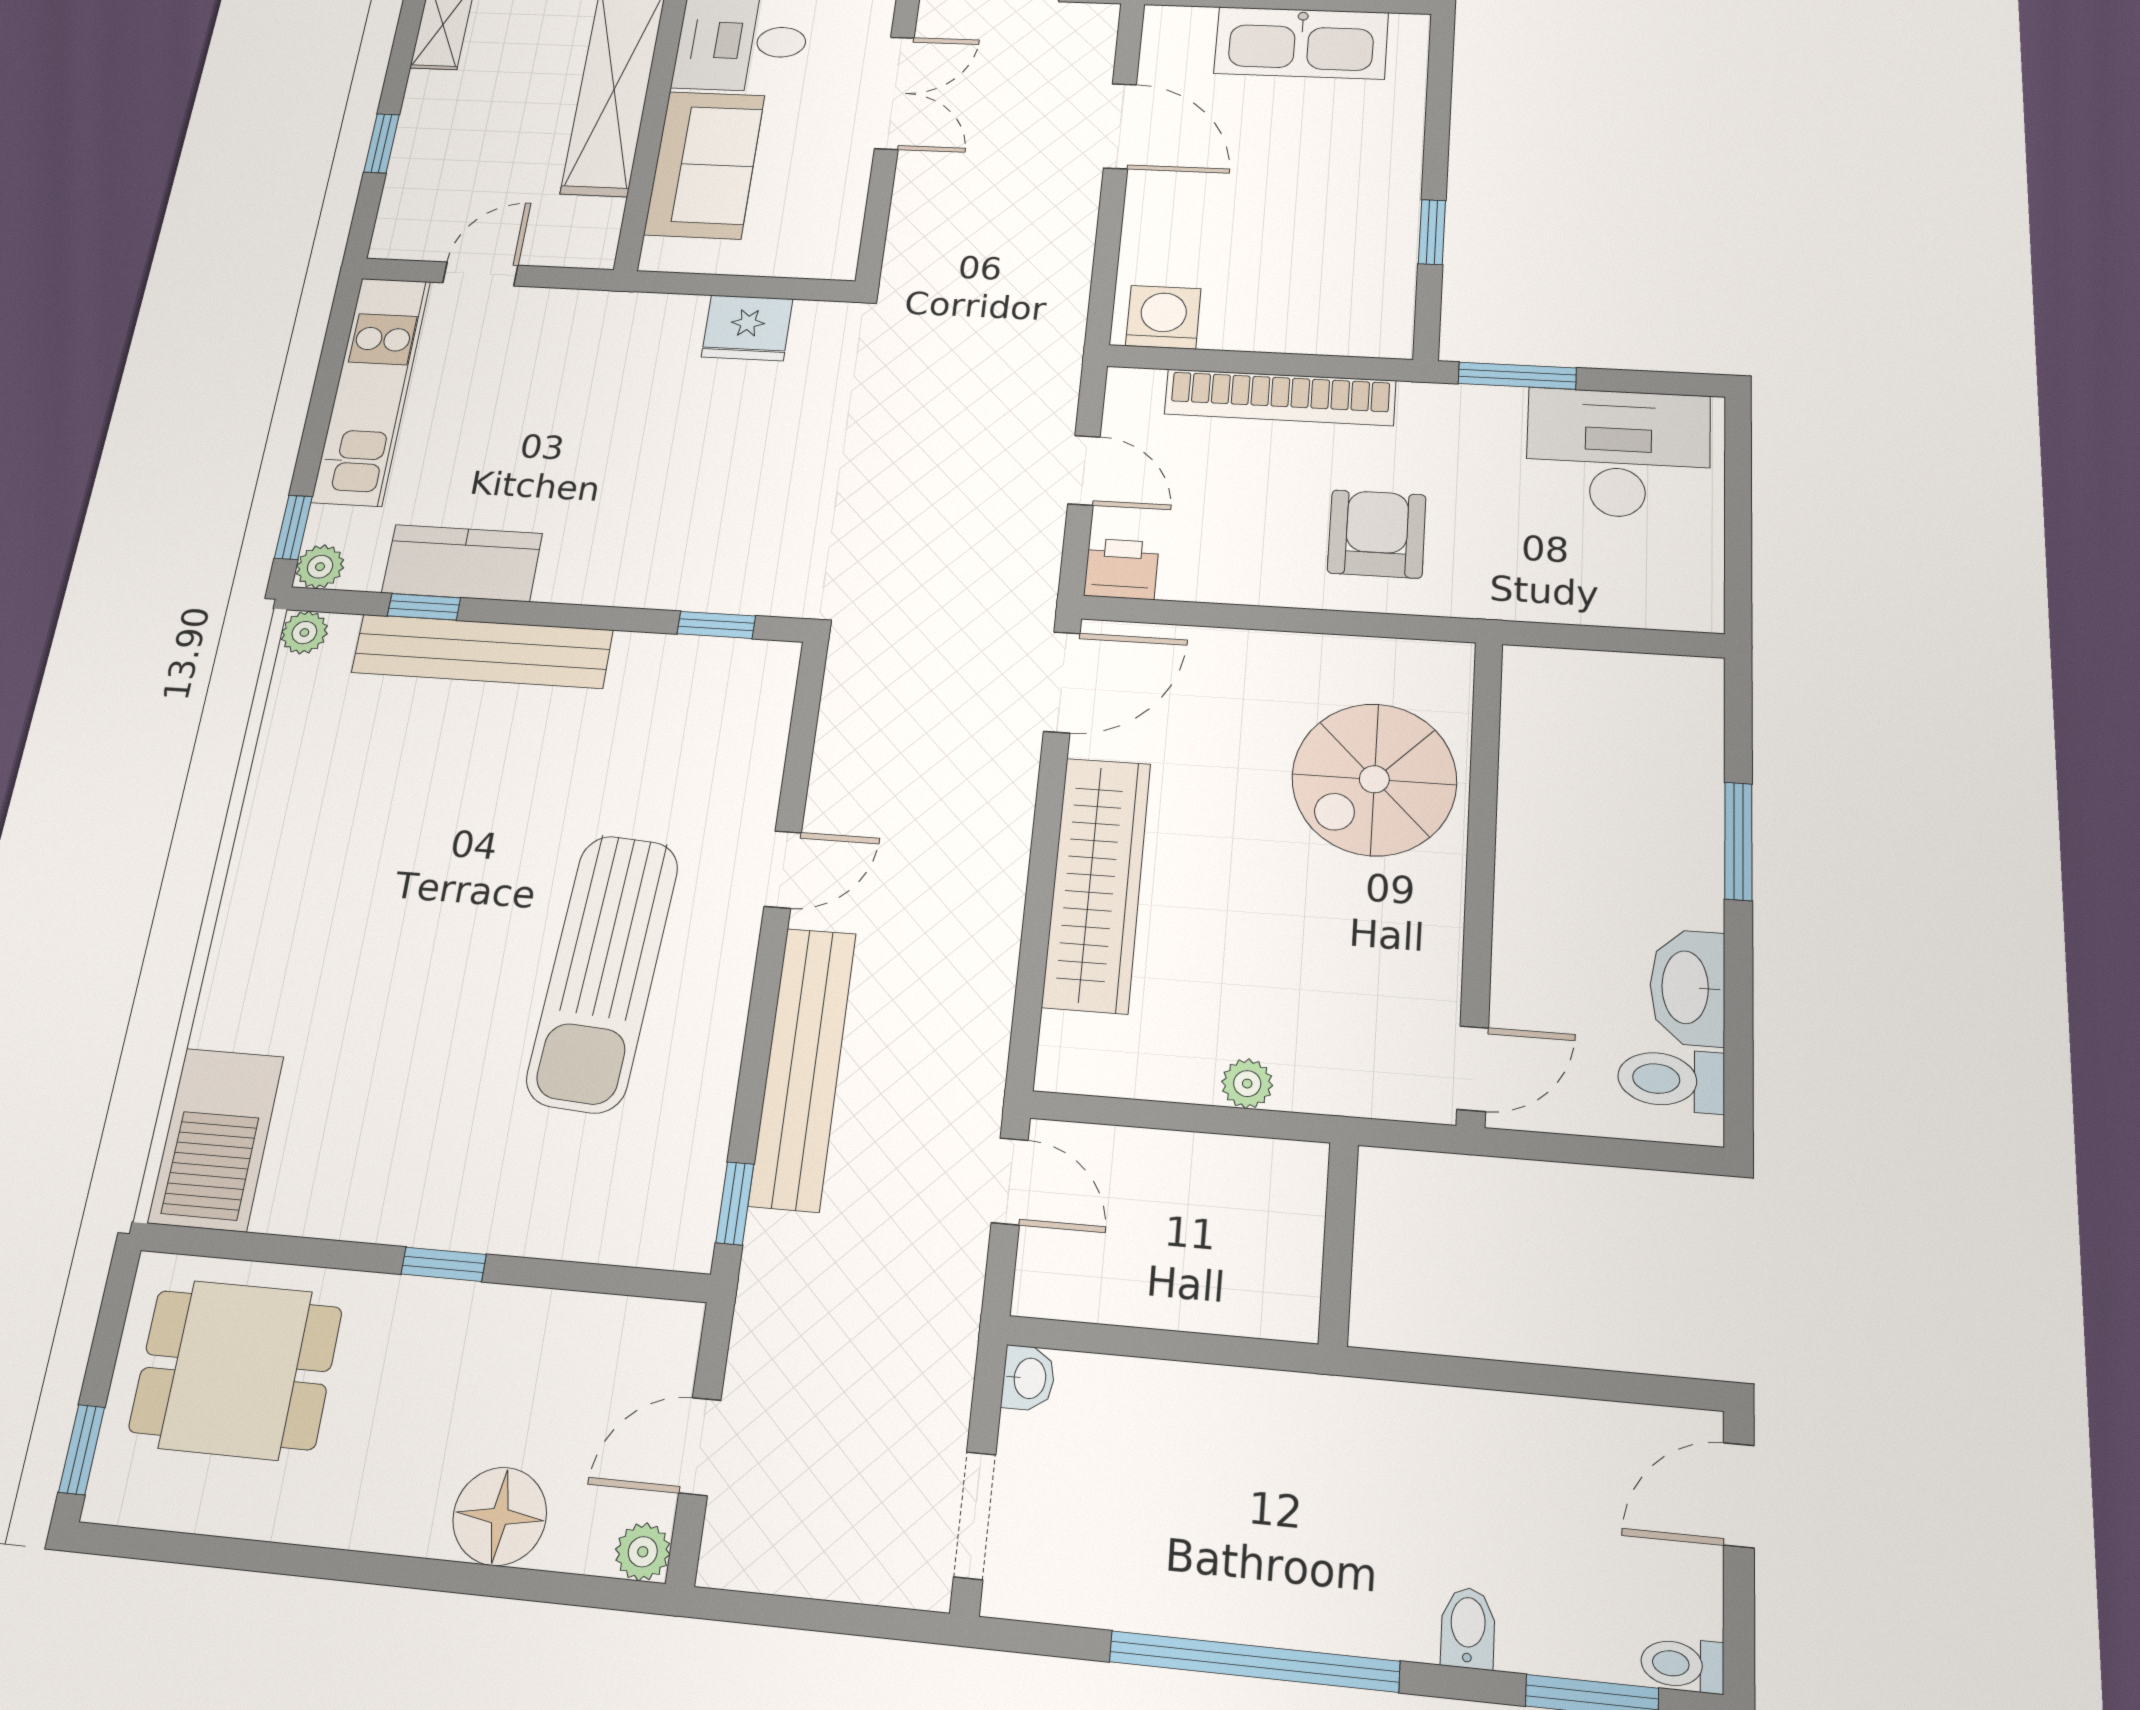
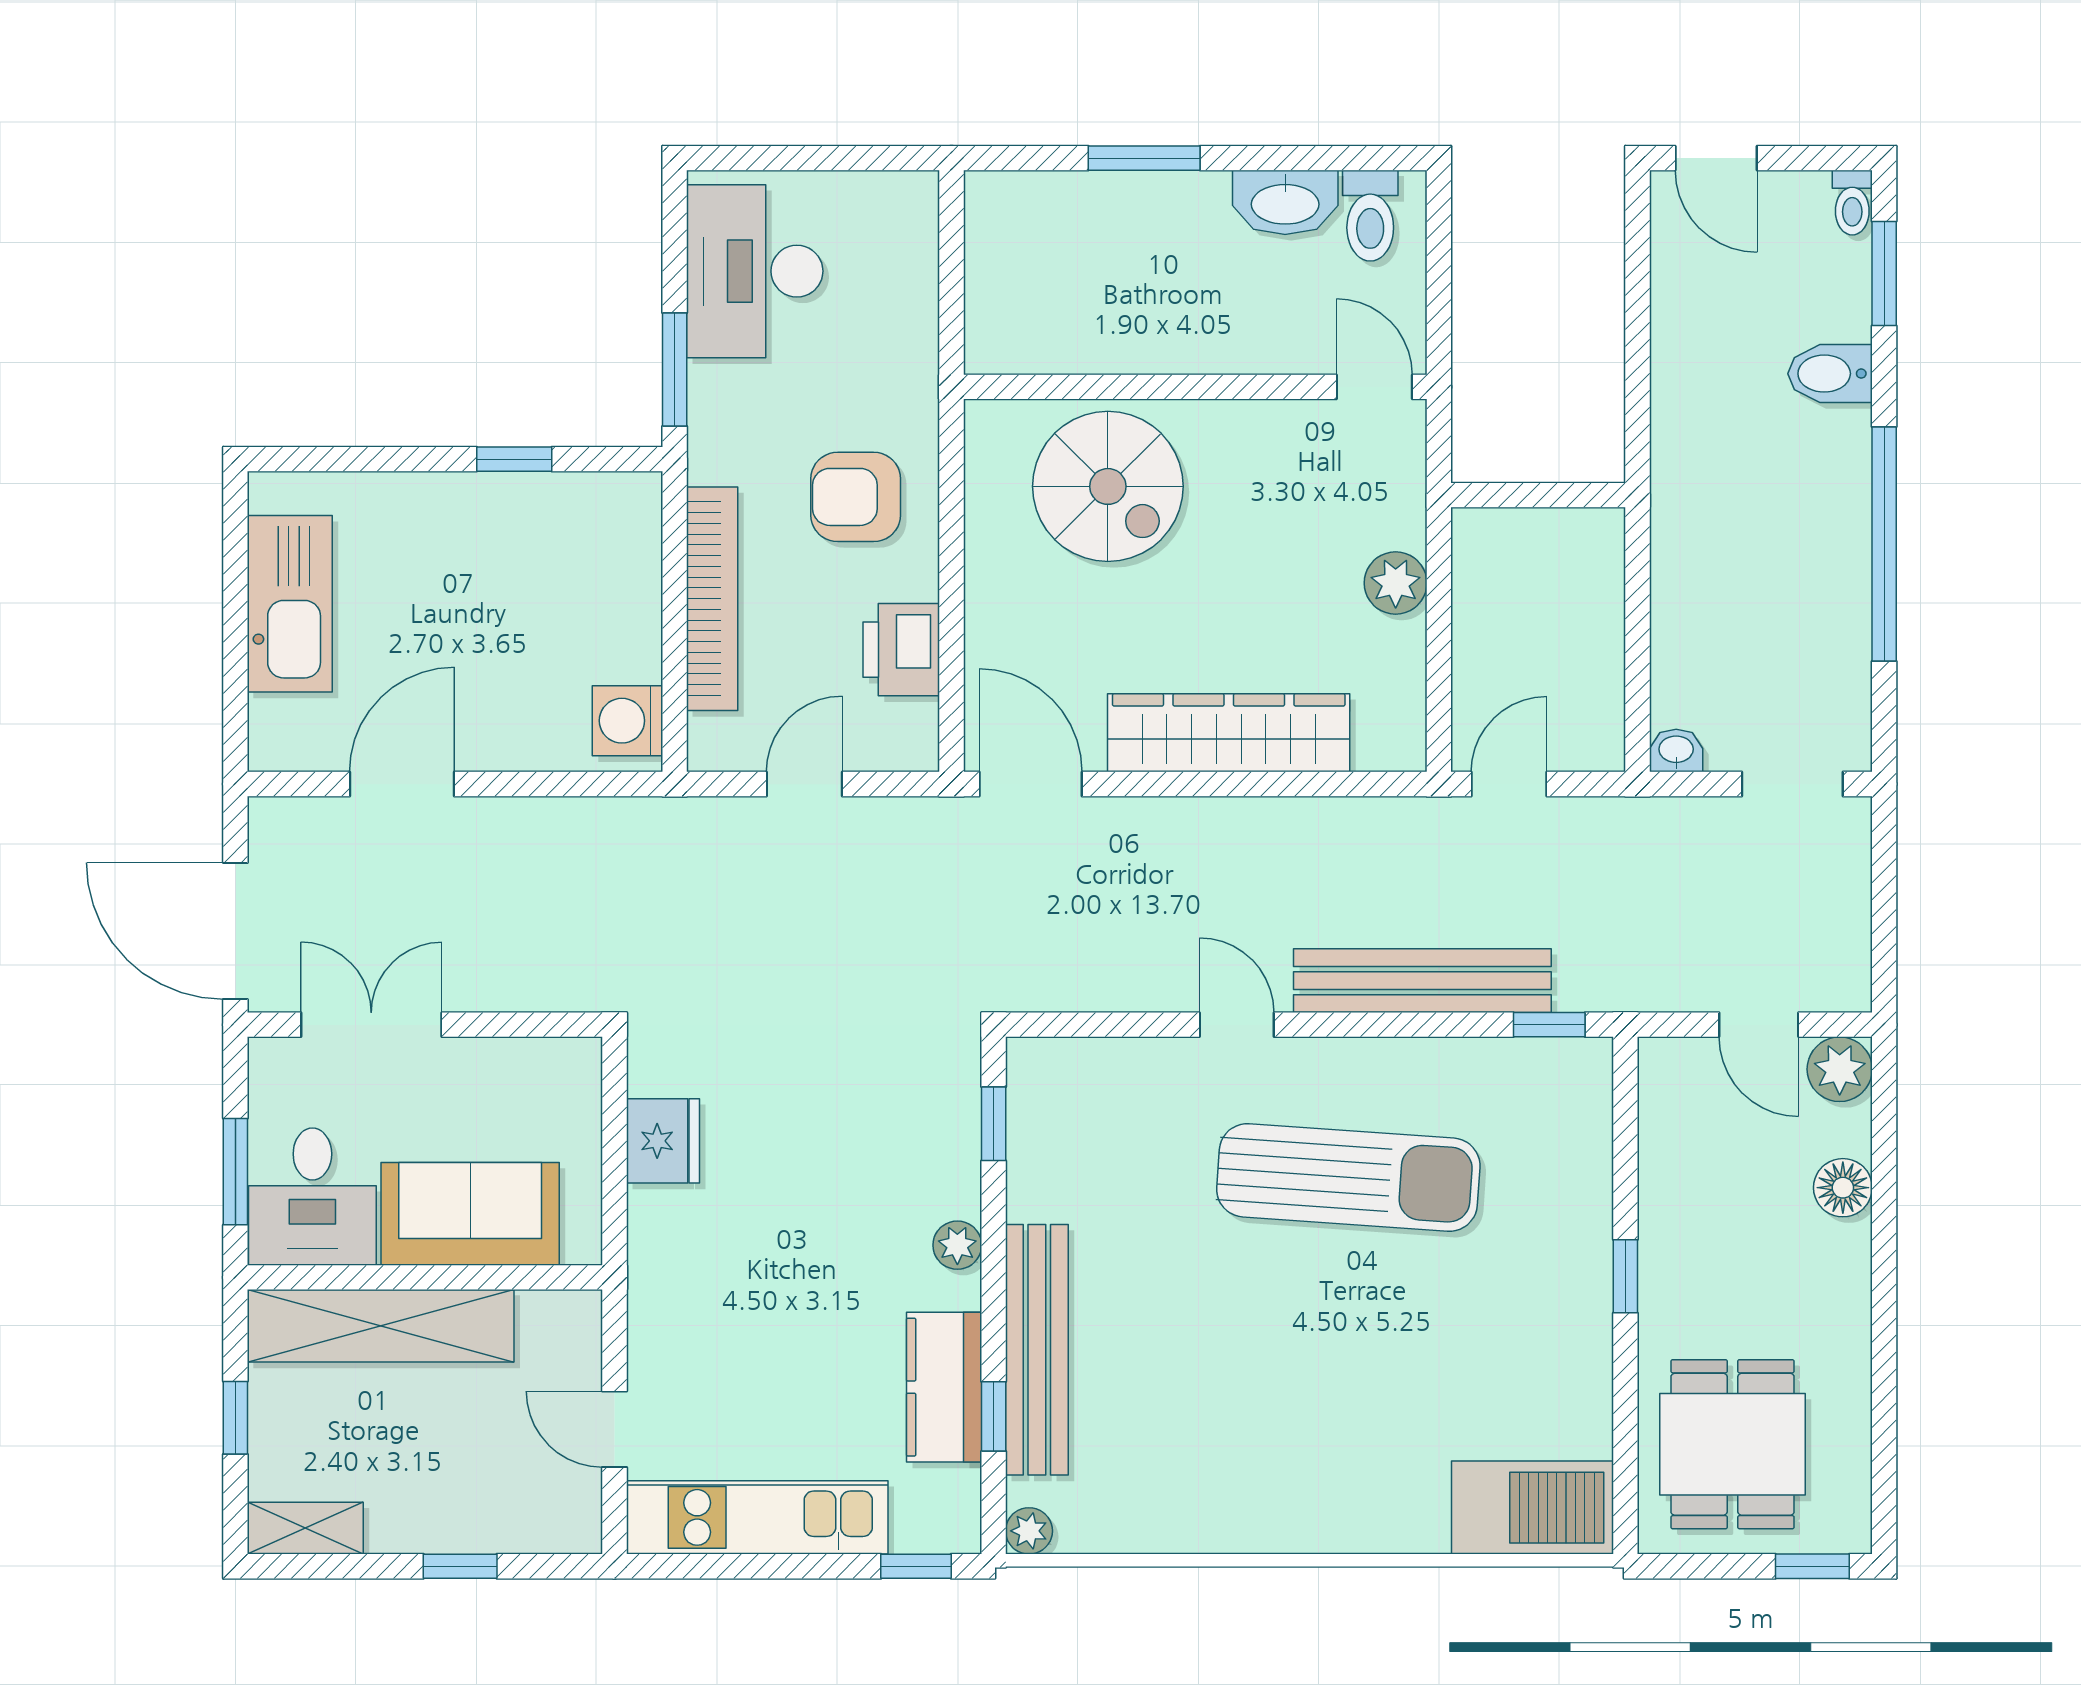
plant: (320, 567) -> (957, 1245), moved
printer: (1121, 569) -> (901, 650), moved, width x1.36, depth x1.24
plant: (1247, 1084) -> (1396, 583), width x1.38, depth x1.38
floor lamp: (500, 1516) -> (1843, 1188), width x0.73, depth x0.73
plant: (643, 1552) -> (1840, 1069), width x1.38, depth x1.38
bidet: (1468, 1628) -> (1830, 374), width x1.38, depth x1.36

